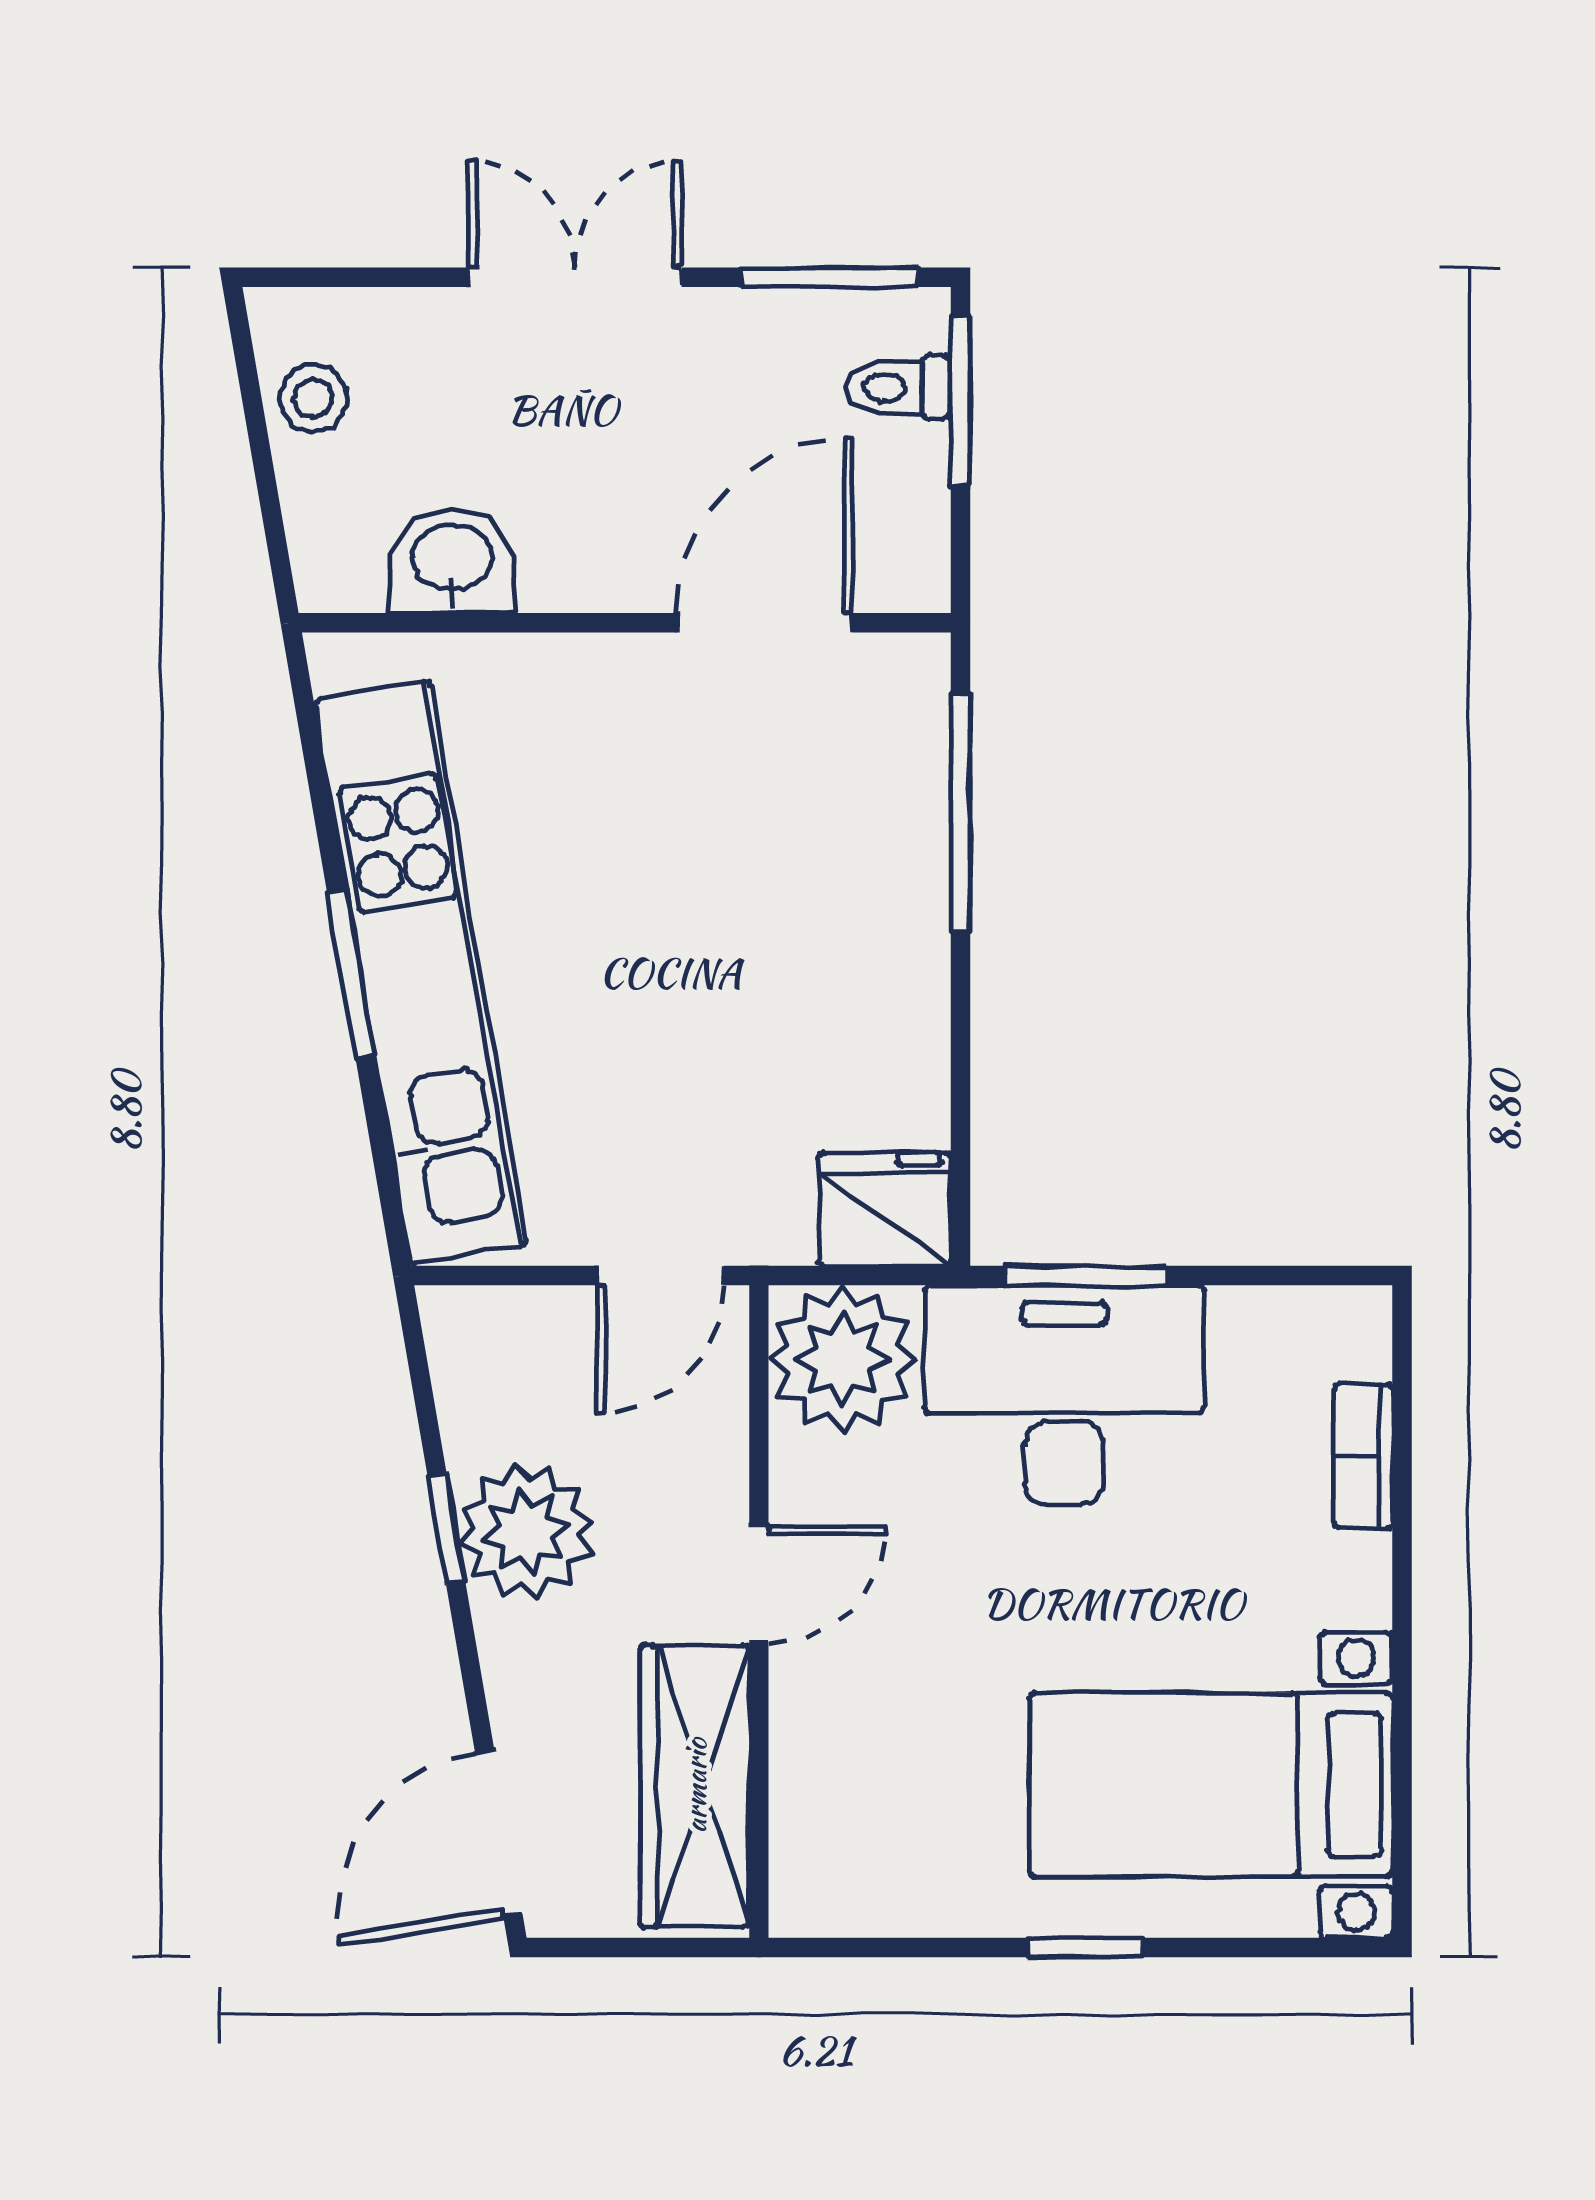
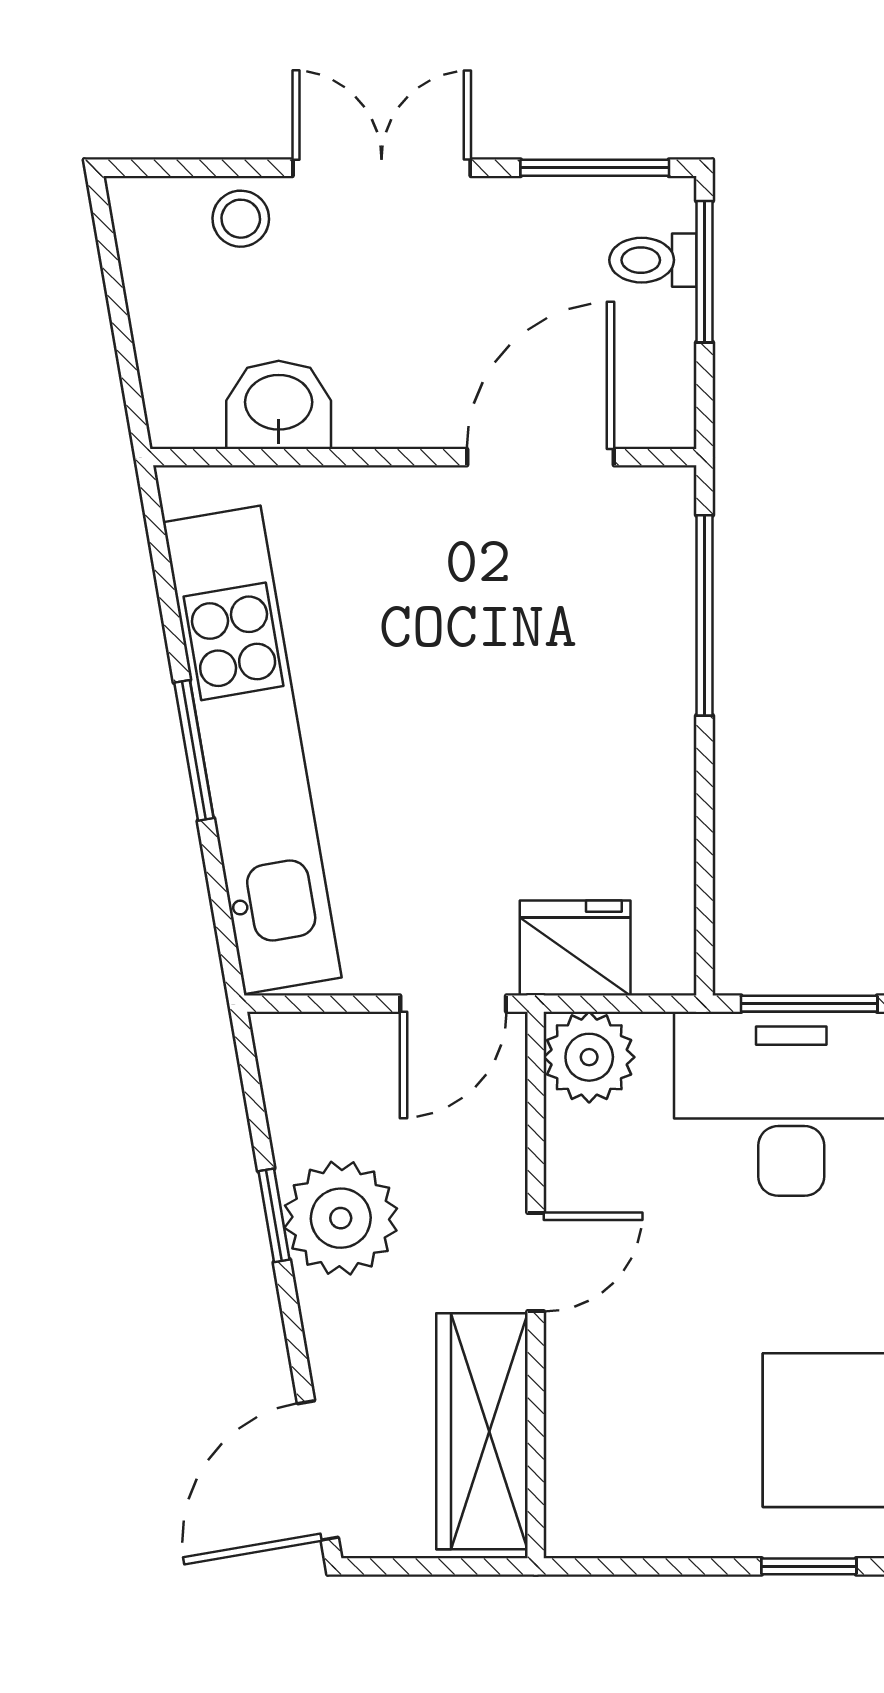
stool: (313, 398) -> (241, 219), moved
fridge: (885, 1209) -> (575, 948), moved
plant: (842, 1359) -> (589, 1057), width x0.73, depth x0.73

